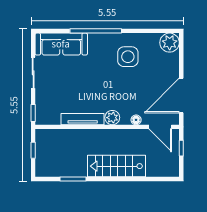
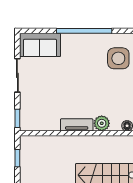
sofa: (61, 44) -> (40, 45), width x0.73
tv unit: (83, 119) -> (77, 125), width x0.71

